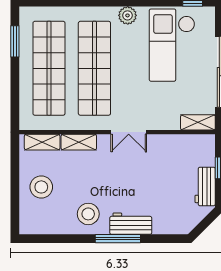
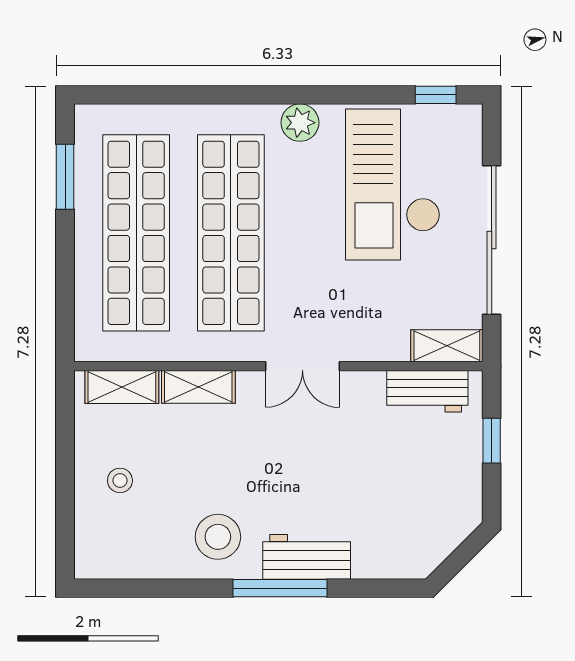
workbench: (205, 186) -> (427, 391), moved, turned -90
stool: (41, 187) -> (120, 480), width x0.53, depth x0.53

